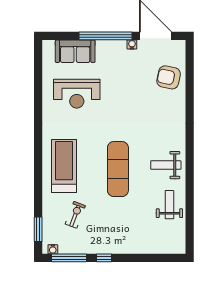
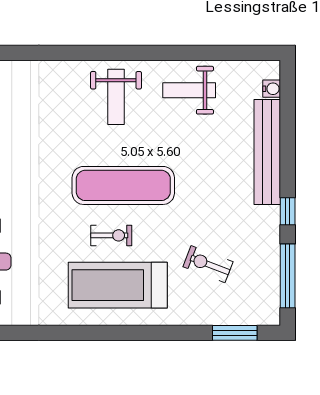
exercise bike: (91, 163) -> (111, 235), added
bench: (136, 247) -> (267, 152), added
water cooler: (53, 249) -> (272, 89), moved

